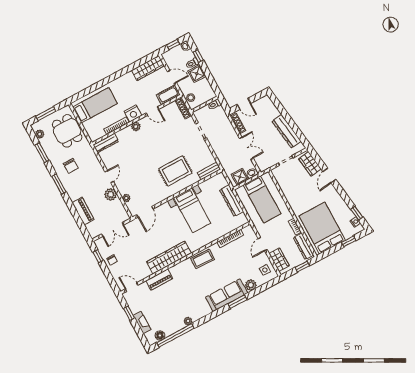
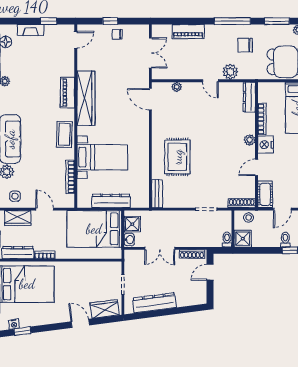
shower: (197, 74) -> (243, 239), moved
window: (59, 184) -> (232, 21), width x1.44
plant: (111, 194) -> (230, 72), moved
bed: (262, 199) -> (94, 229), width x1.50
bed with nightstands: (192, 210) -> (102, 157), moved, turned 180
double door: (113, 229) -> (150, 53), swing flipped
window: (98, 256) -> (110, 21), moved
piano: (159, 280) -> (67, 93), moved

